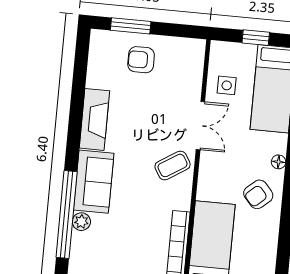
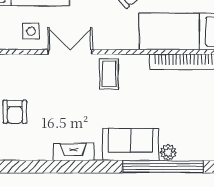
fireplace: (94, 119) -> (74, 152), width x0.73, depth x0.76
coffee table: (173, 165) -> (109, 74), turned 32

